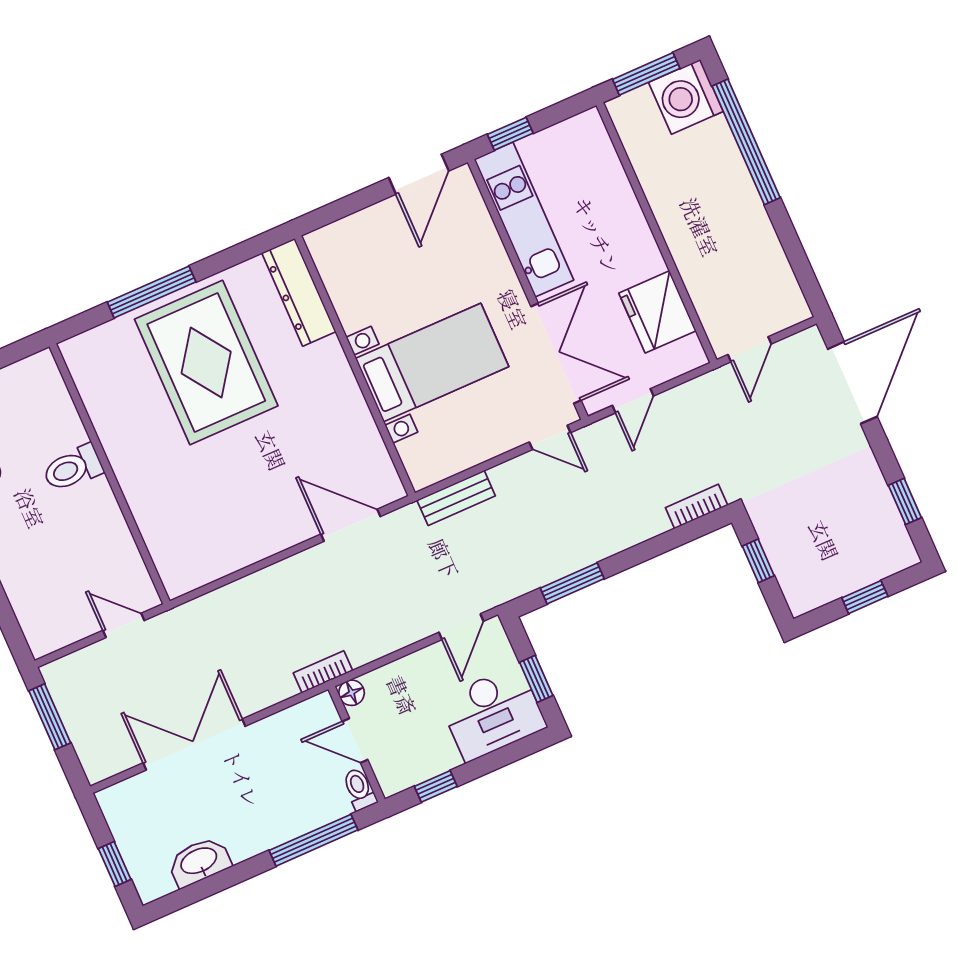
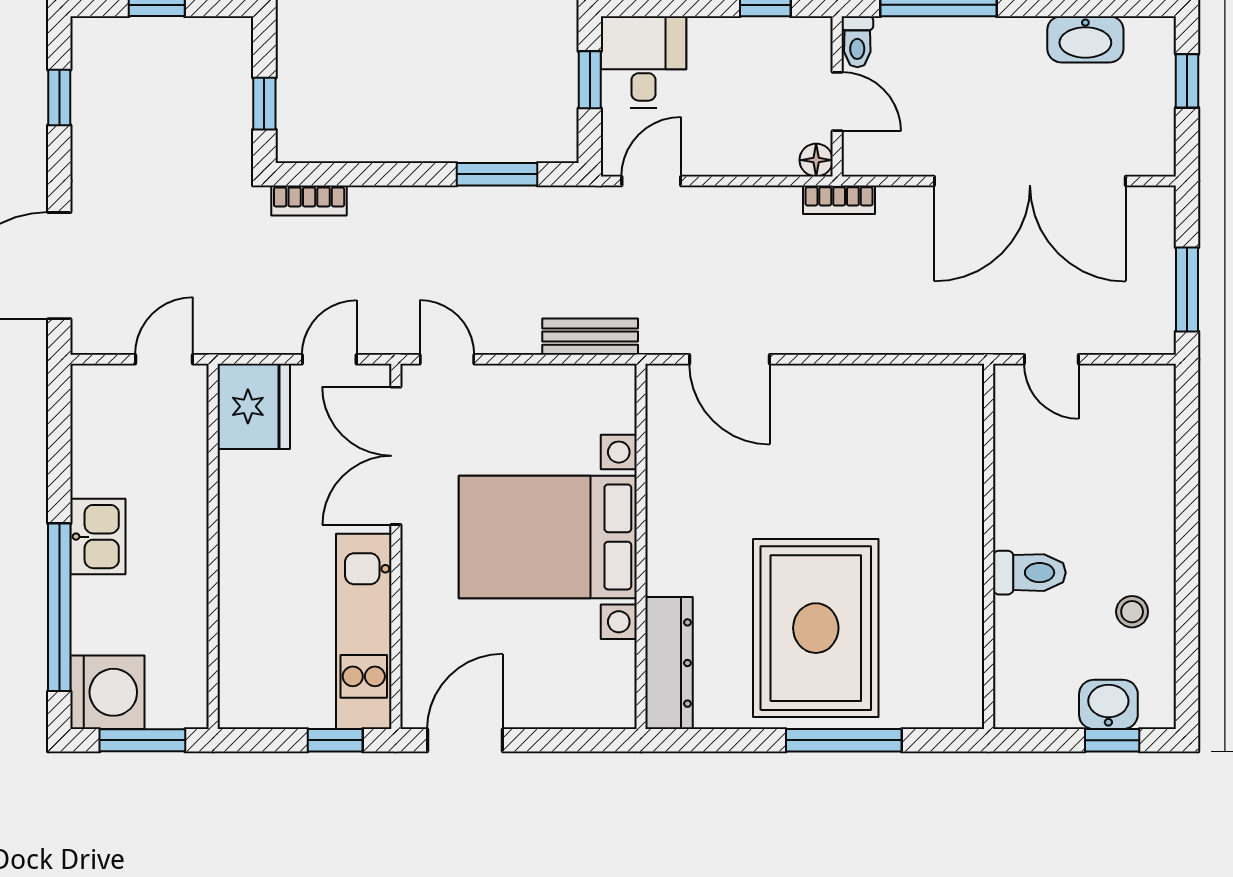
kitchen sink: (741, 204) -> (98, 537), added
fridge: (657, 312) -> (254, 406), moved
bed with nightstands: (432, 363) -> (548, 537), width x1.36
desk: (493, 713) -> (644, 62), width x0.73
double door: (194, 744) -> (1030, 181), width x1.36

